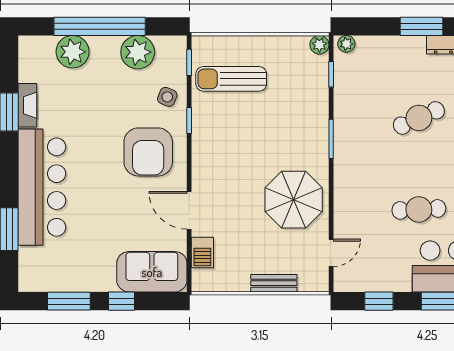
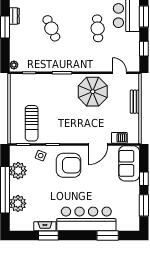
plant: (319, 45) -> (14, 79), removed

